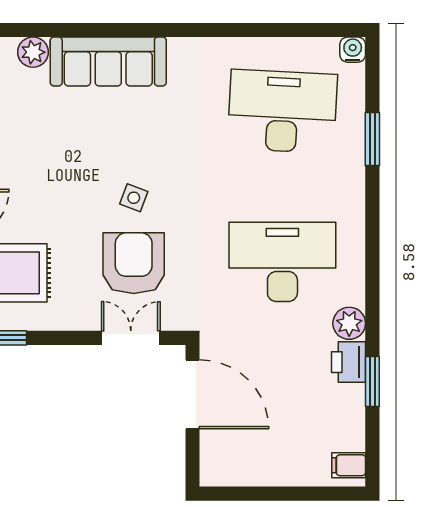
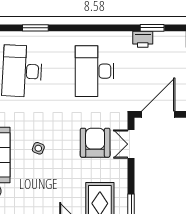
side table: (134, 198) -> (38, 148), moved
armchair: (134, 263) -> (95, 143), turned 90
plant: (349, 323) -> (124, 39), removed

